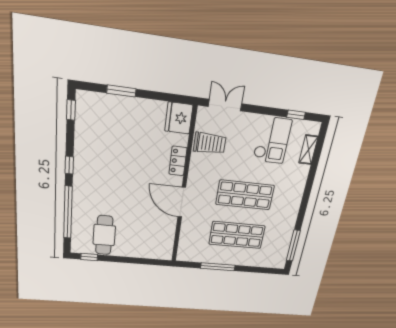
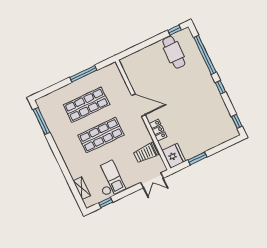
window: (121, 91) -> (197, 159), moved
checkout: (272, 140) -> (109, 179), turned 180

